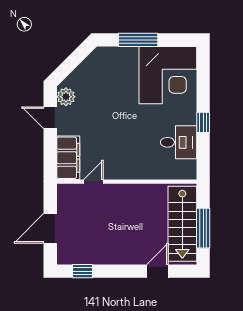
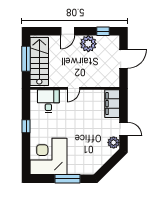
desk: (179, 142) -> (48, 101), moved, turned 90
door: (93, 182) -> (73, 88), moved
plant: (105, 252) -> (88, 44), added
door: (157, 271) -> (68, 31), moved

